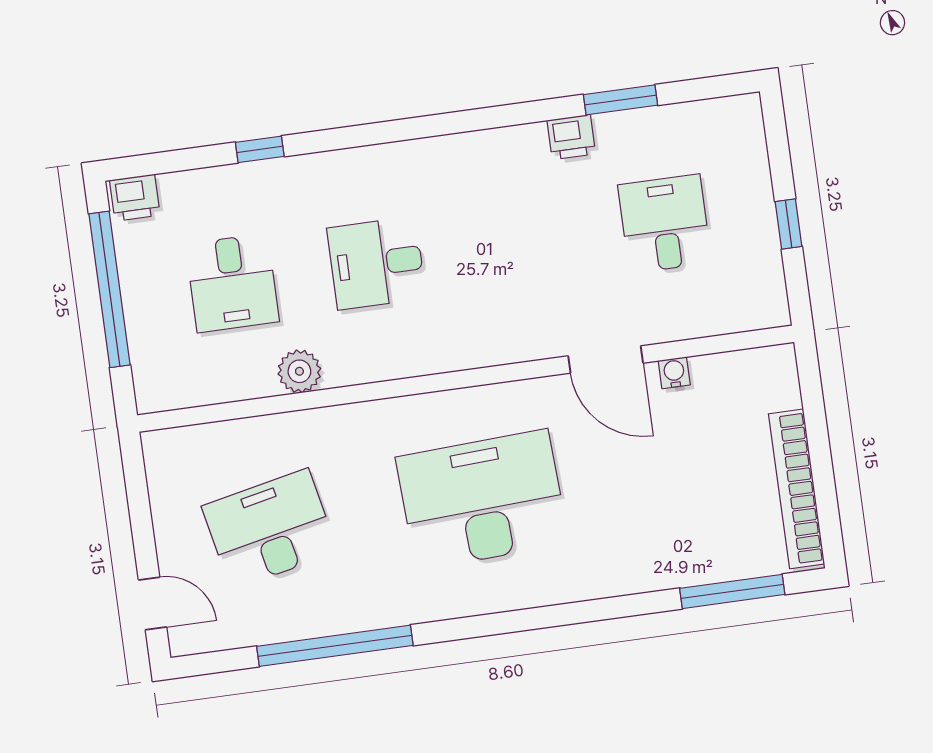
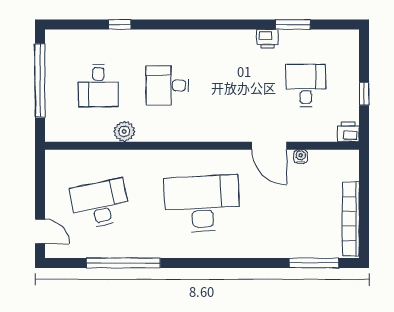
printer: (135, 198) -> (348, 132), moved, turned 180

